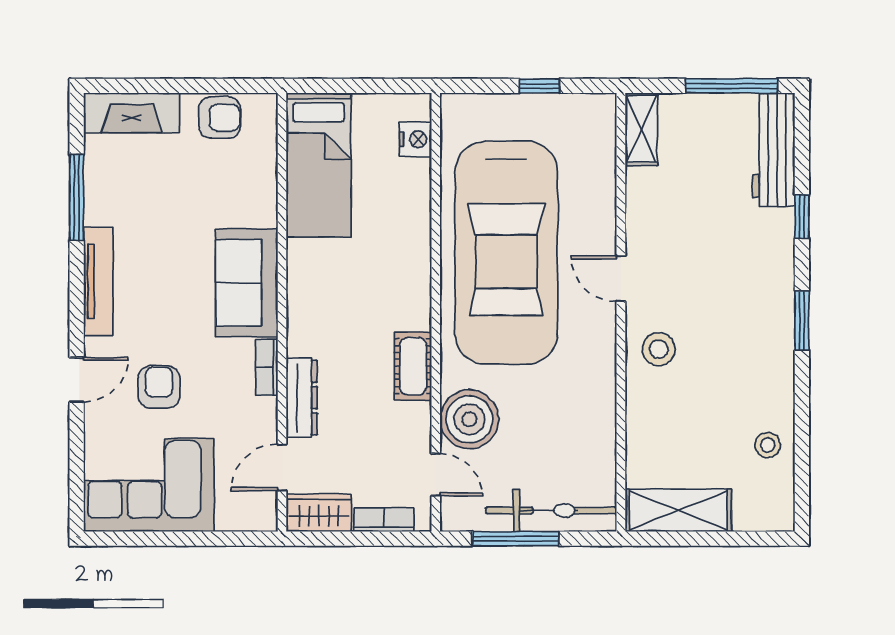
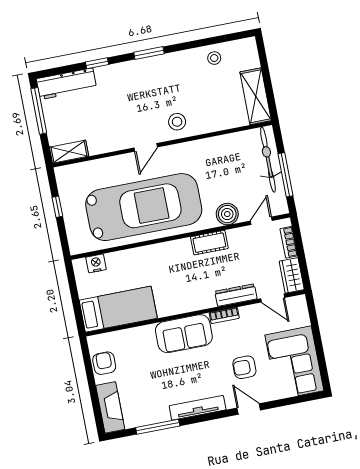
boiler: (469, 419) -> (227, 214), width x0.73, depth x0.73

